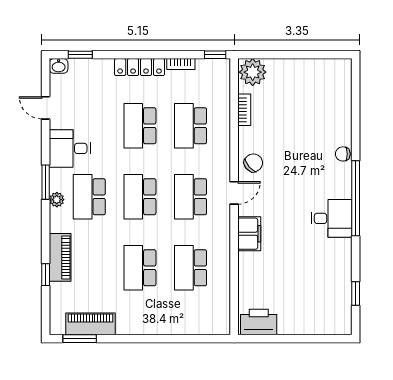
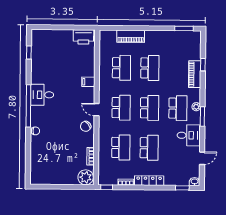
door: (46, 108) -> (202, 158), hinge flipped
door: (234, 193) -> (97, 110), hinge flipped
filing cabinet: (249, 234) -> (88, 82), width x0.50
piano: (91, 324) -> (131, 36), moved

